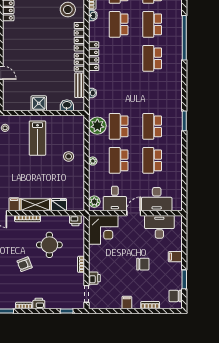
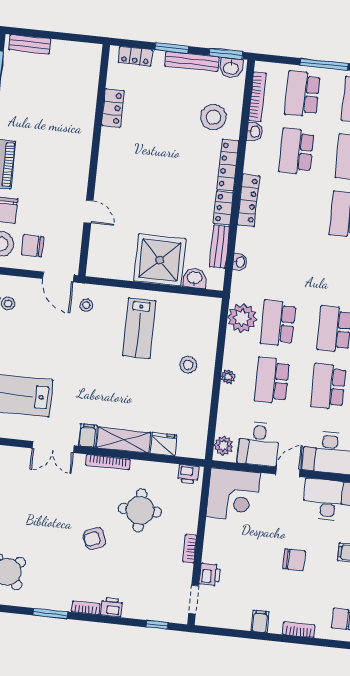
shower: (39, 103) -> (160, 260), width x1.86, depth x1.86

